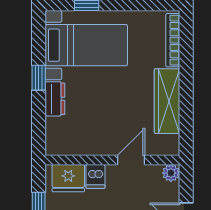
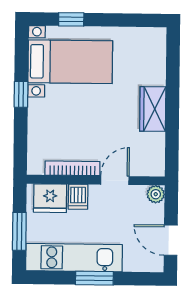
bookcase: (173, 40) -> (72, 168), moved, turned 90
dresser: (55, 99) -> (37, 116), removed
wardrobe: (167, 101) -> (153, 109), width x0.67

